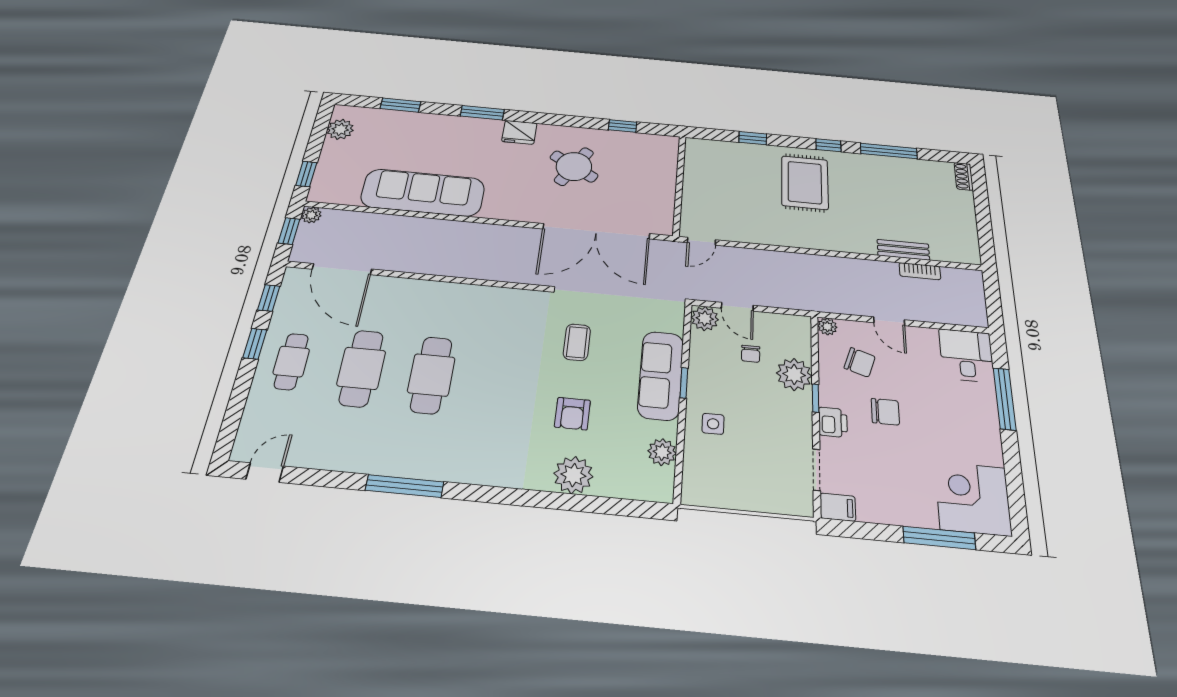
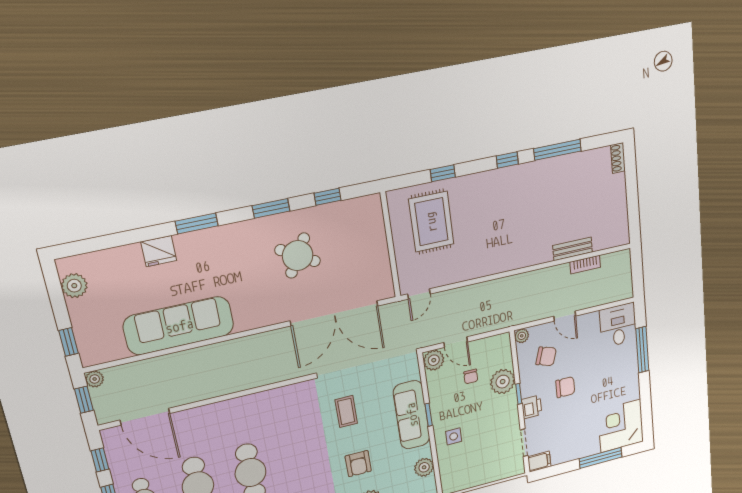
window: (401, 105) -> (271, 208), moved
fridge: (519, 132) -> (159, 251), moved
rug: (805, 183) -> (431, 222), moved

